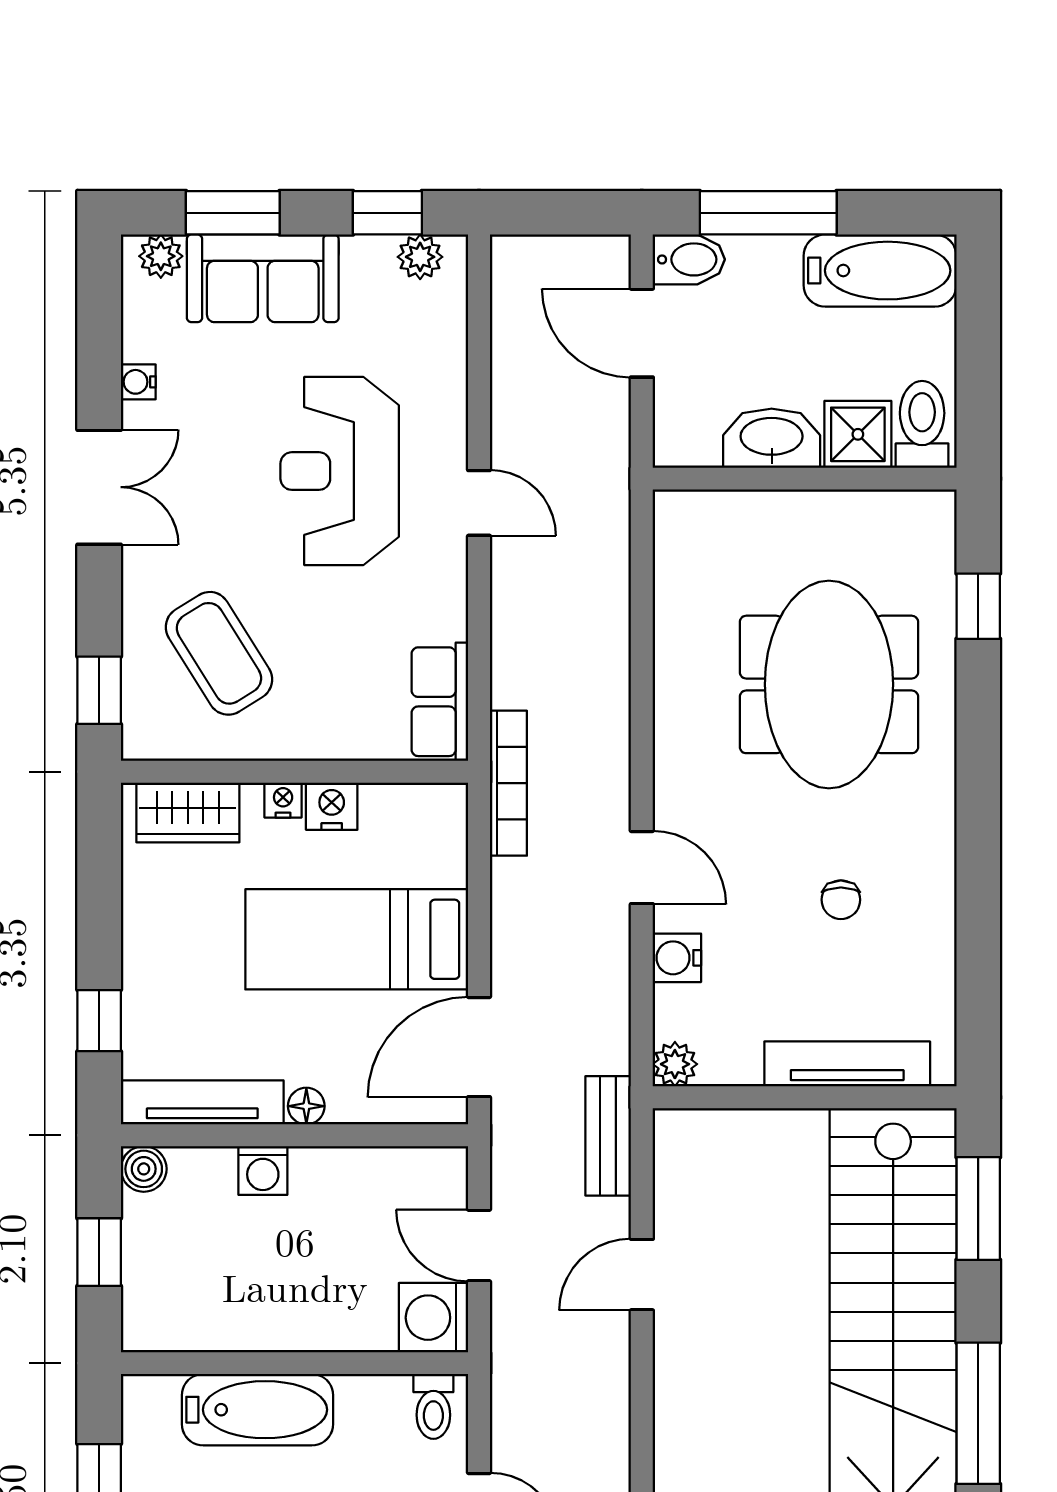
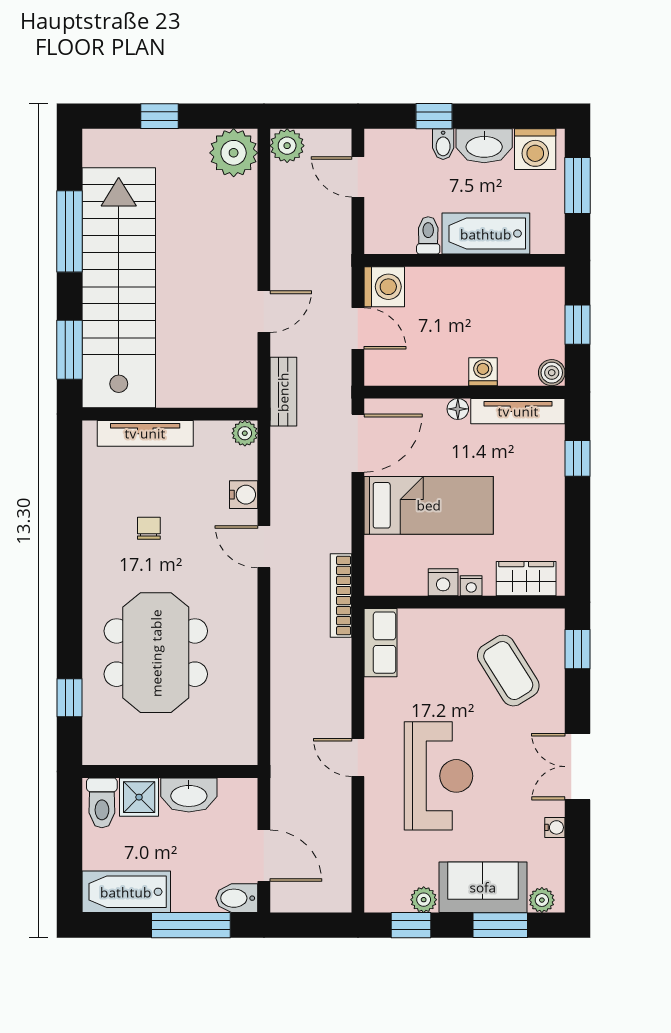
plant: (420, 257) -> (424, 900), moved
toilet: (433, 1406) -> (428, 235), moved

